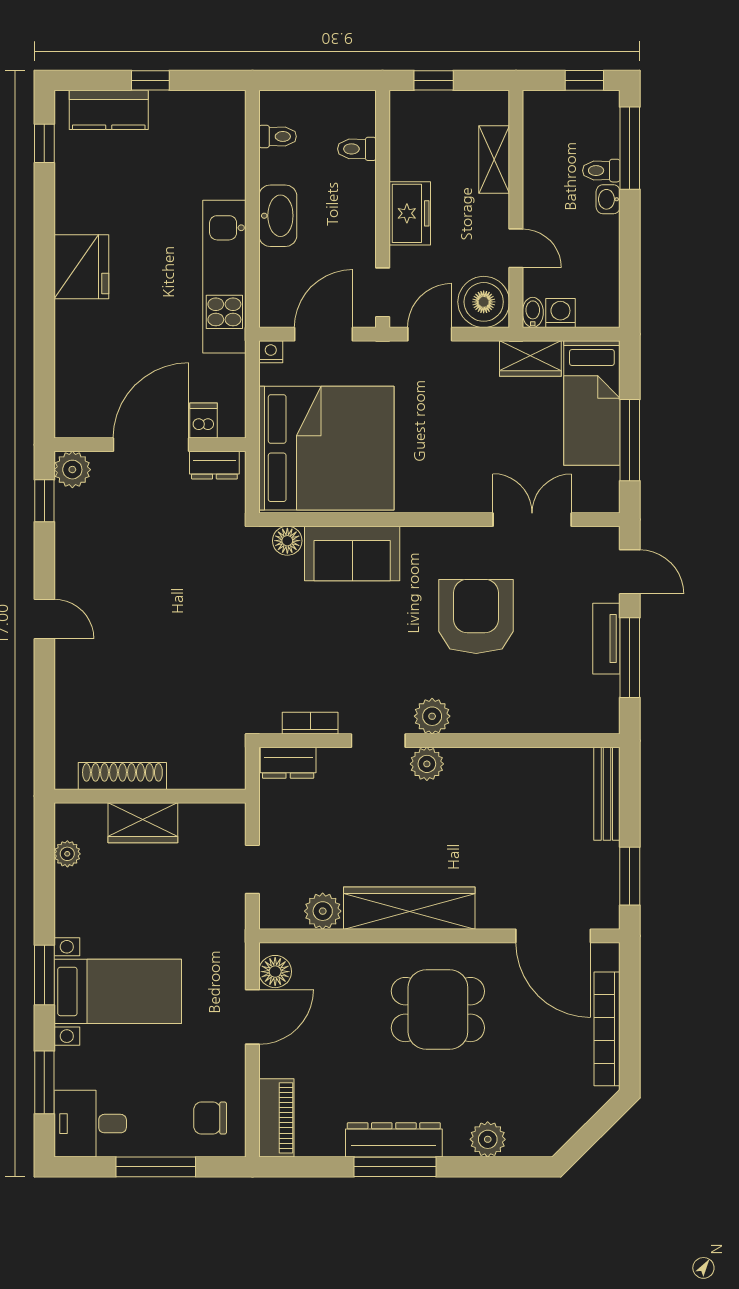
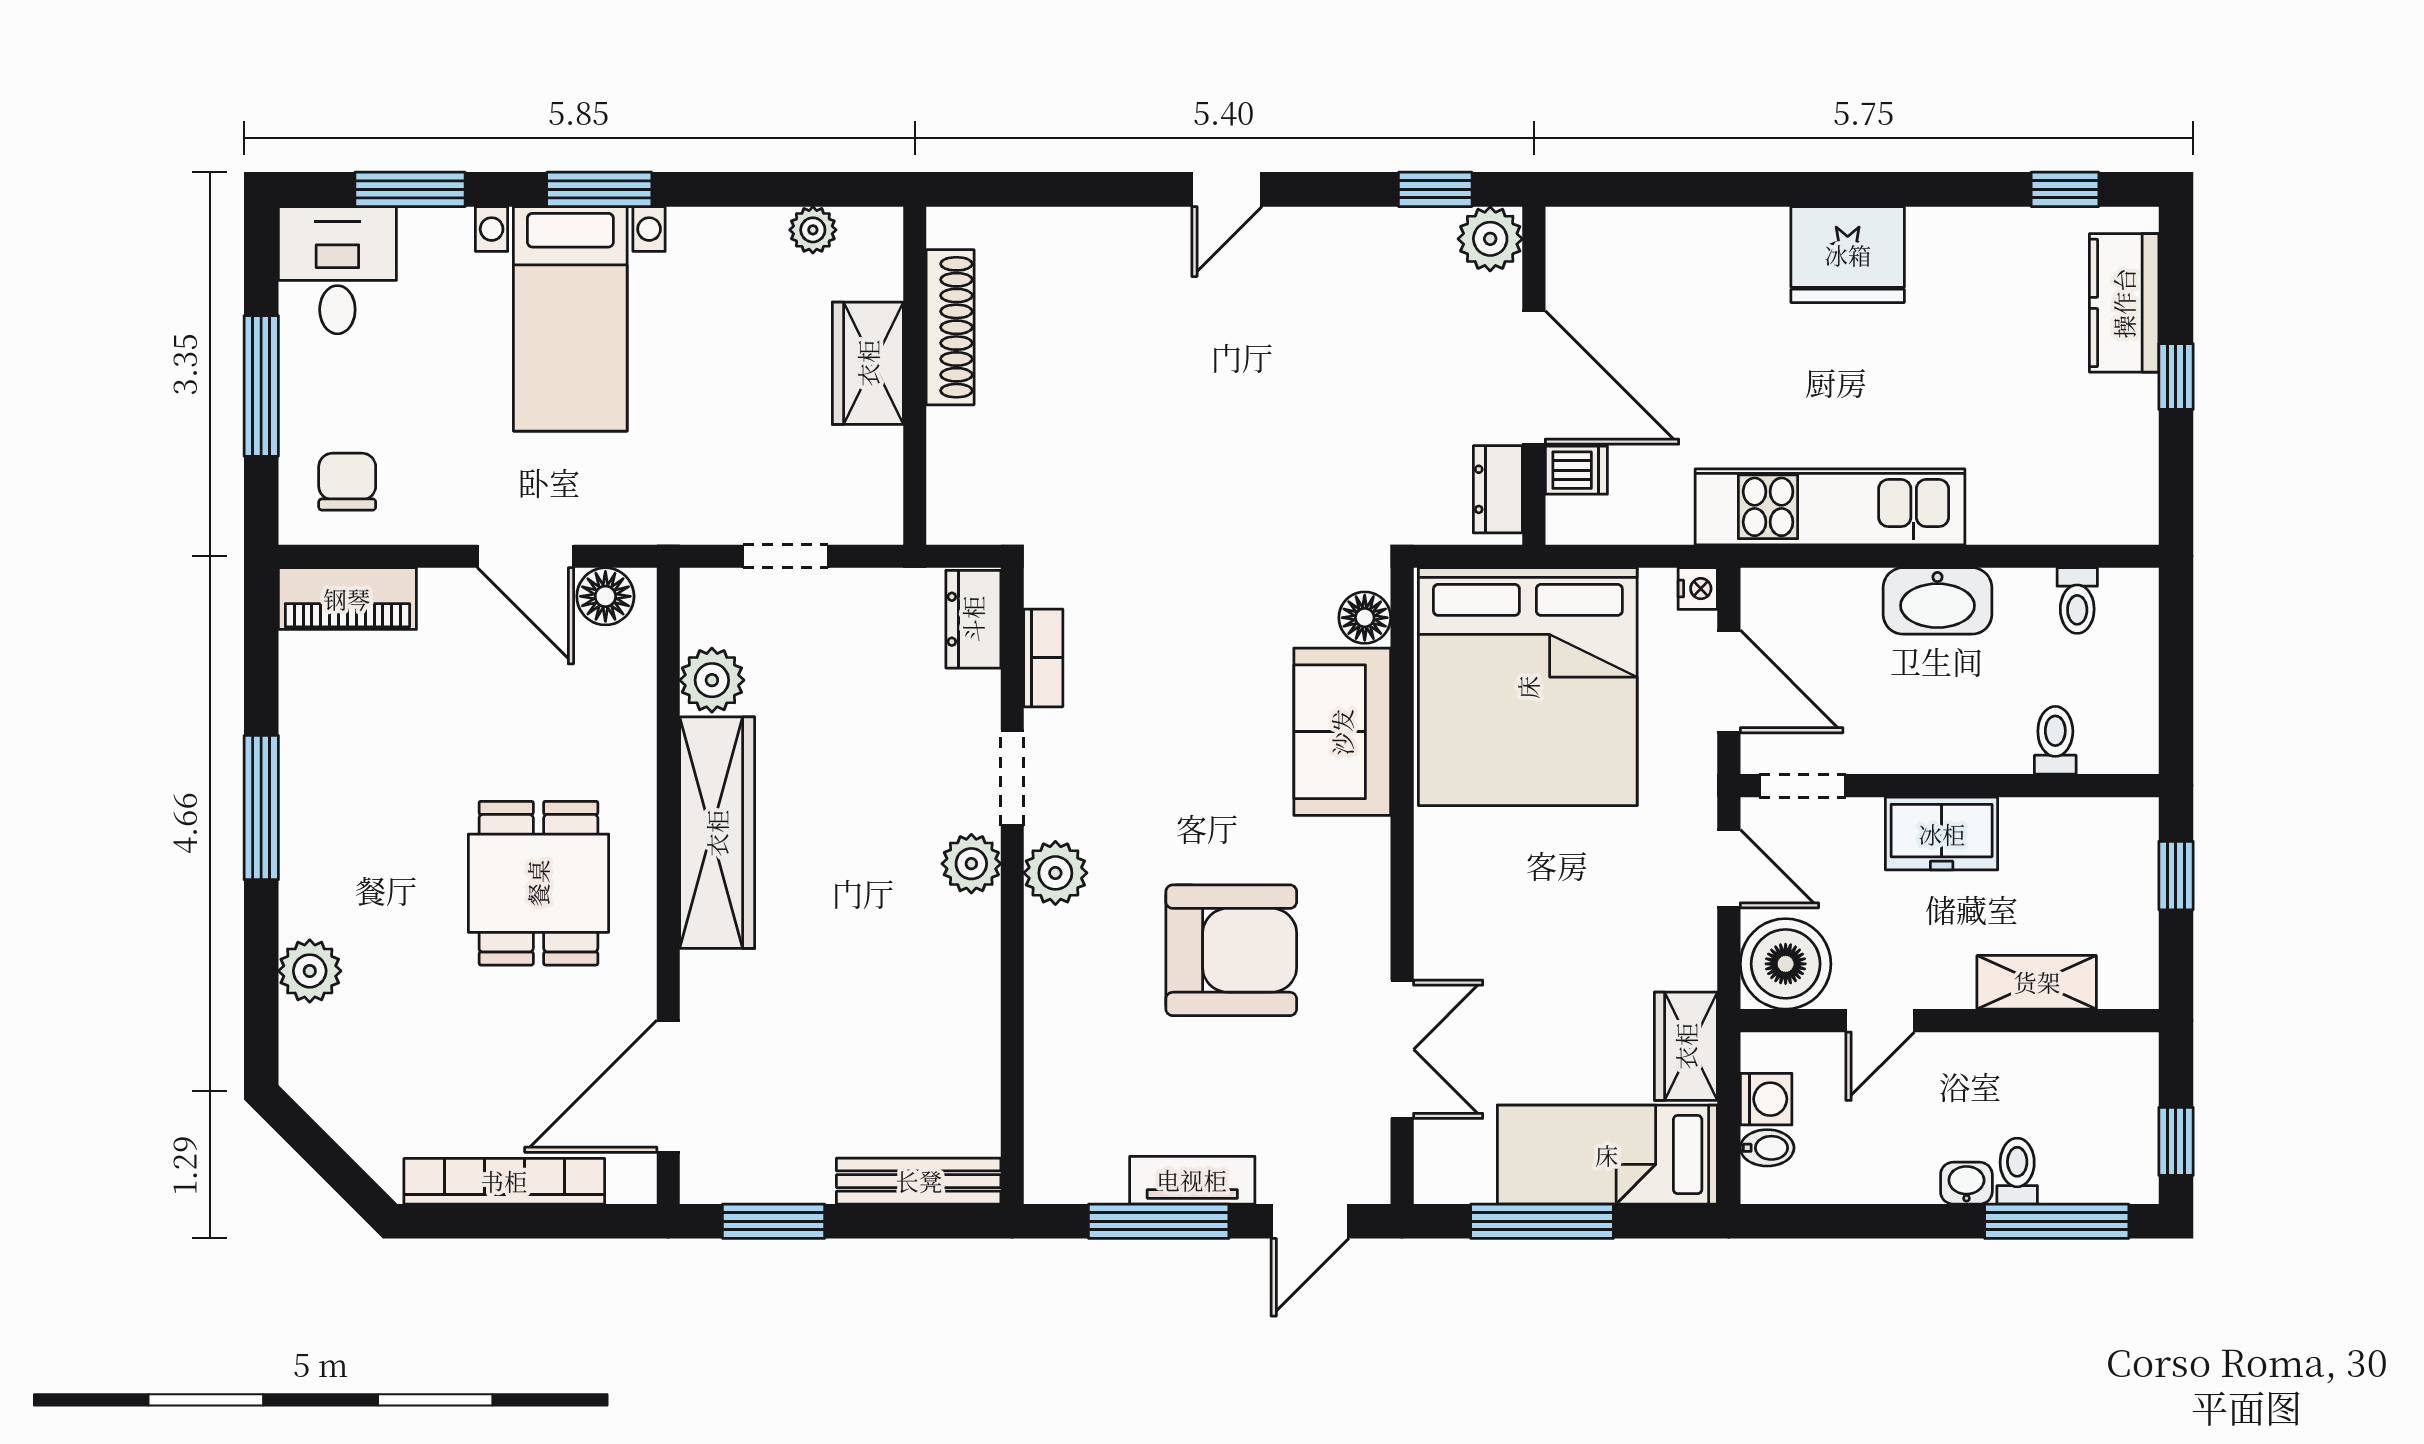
bidet: (533, 312) -> (1767, 1148), moved
dresser: (394, 1140) -> (309, 805), removed

